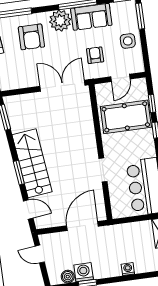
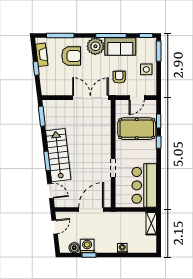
armchair: (31, 37) -> (71, 56), turned -90
door: (40, 254) -> (55, 227), swing flipped

